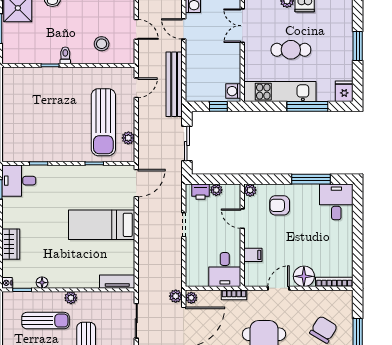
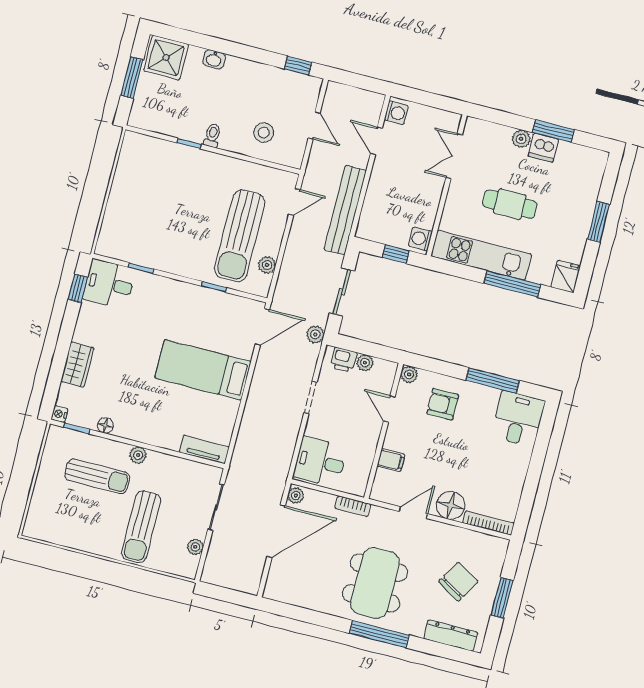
desk: (225, 270) -> (320, 462), moved, turned 90
plant: (176, 296) -> (315, 335), moved

